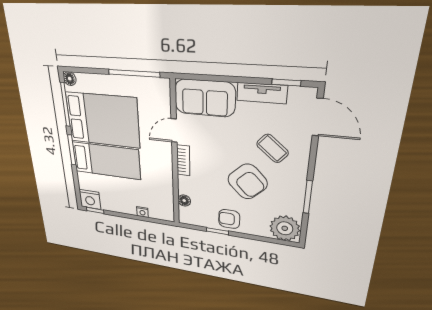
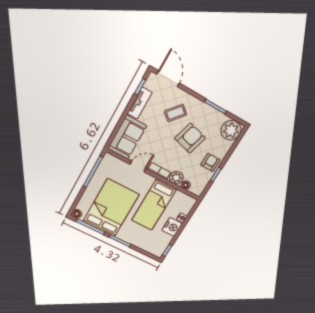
door: (318, 117) -> (168, 79), hinge flipped
door: (174, 131) -> (138, 166), swing flipped
bed: (106, 161) -> (154, 205), moved, turned 180
armchair: (247, 182) -> (190, 138), turned -31
plant: (187, 185) -> (176, 178), added
nightstand: (90, 199) -> (172, 227), moved
armchair: (229, 219) -> (210, 162), turned 180

